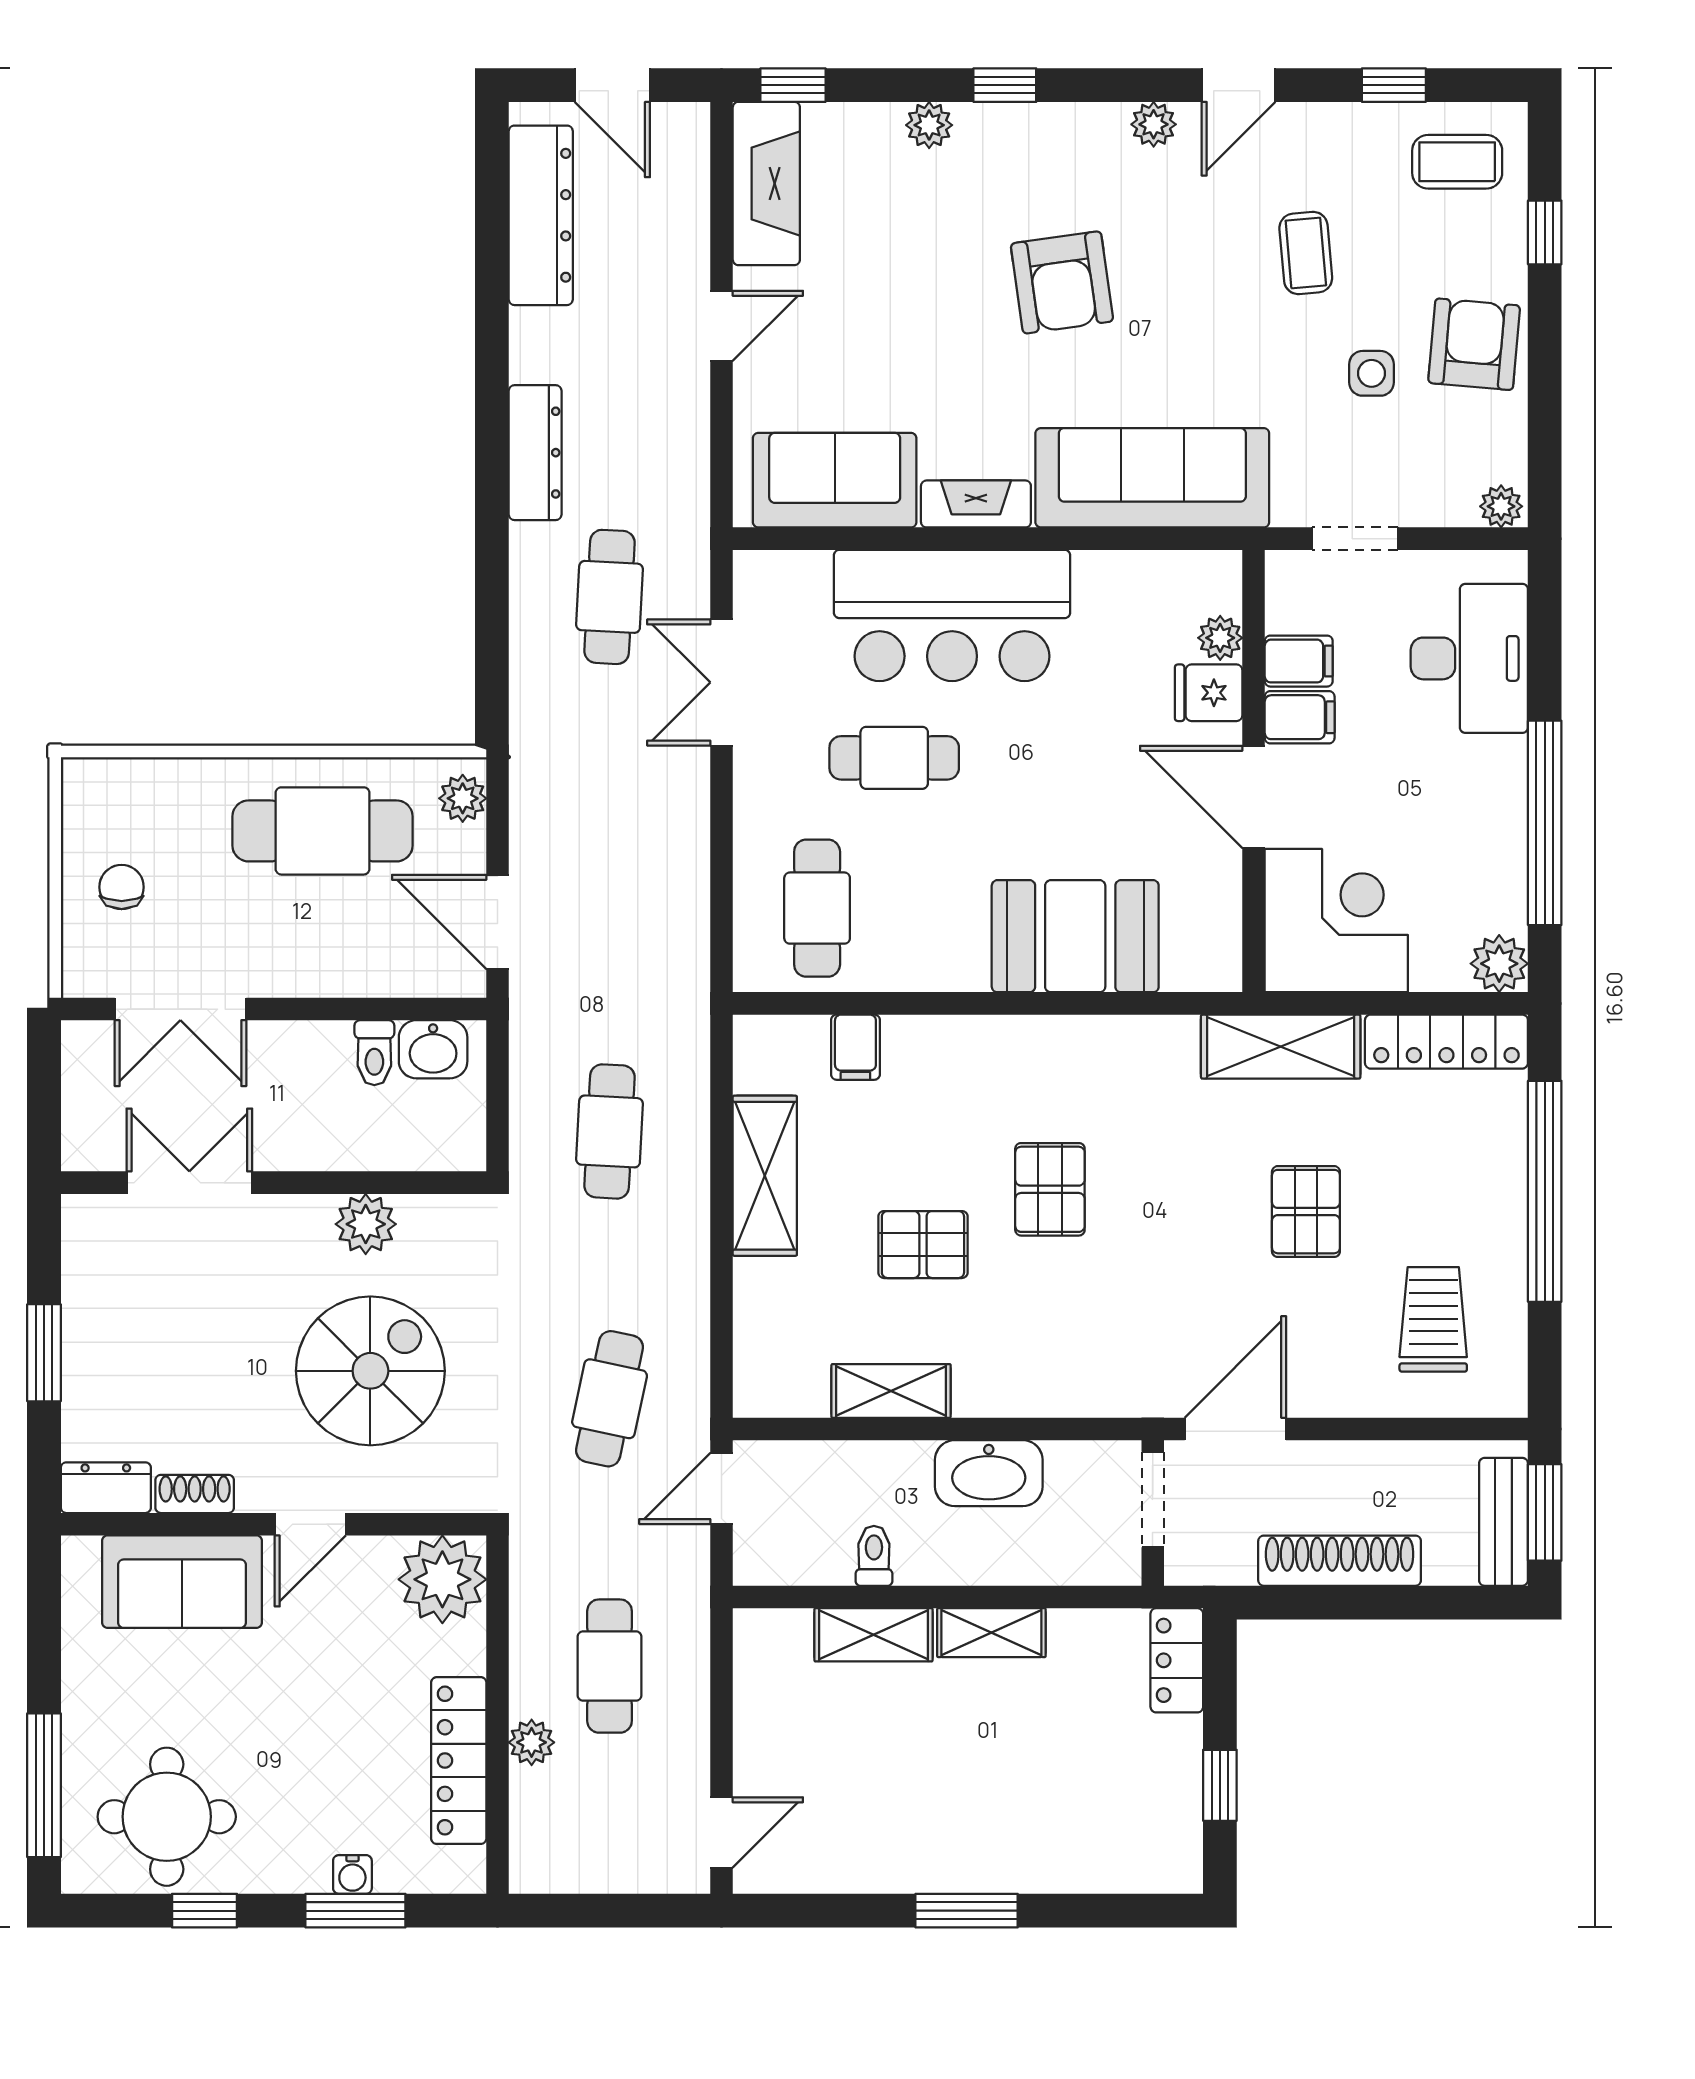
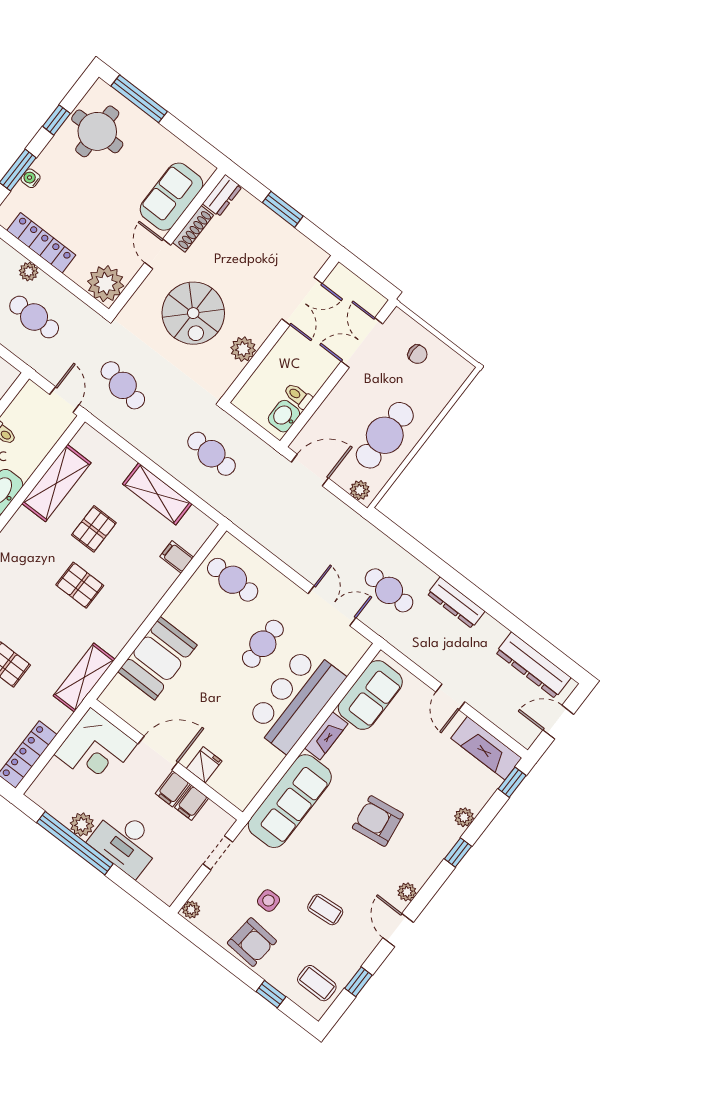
coffee table: (1457, 162) -> (317, 983), turned 90
plant: (1220, 638) -> (219, 783), removed
desk: (1469, 658) -> (125, 842), moved
plant: (1499, 964) -> (82, 825), moved
shelving: (1281, 1047) -> (84, 678), moved
shelving: (891, 1391) -> (56, 483), width x1.50, depth x1.33
shoe rack: (195, 1494) -> (193, 229), width x1.43

